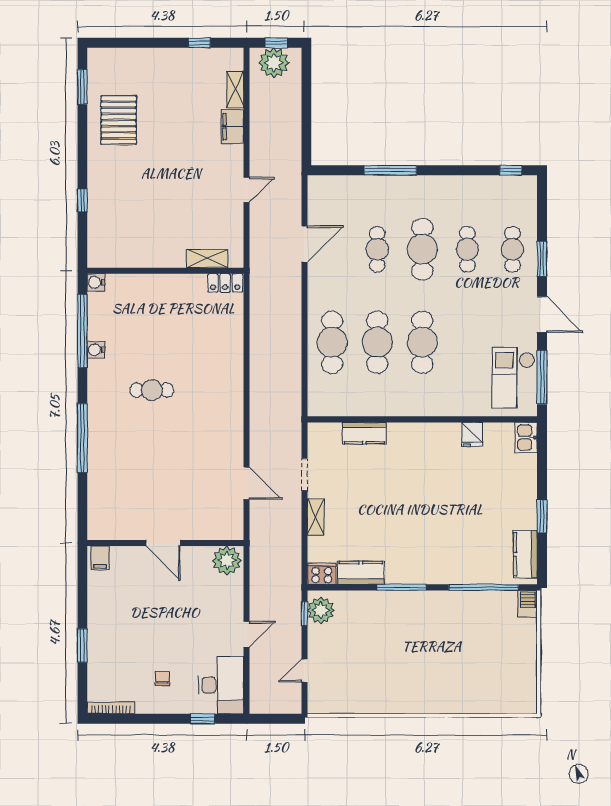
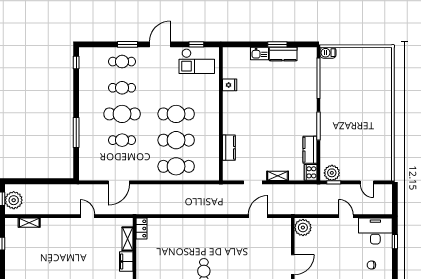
filing cabinet: (232, 127) -> (126, 261), moved, turned 90
door: (304, 244) -> (119, 182), swing flipped
window: (542, 377) -> (196, 44), width x0.46
kitchen sink: (526, 437) -> (260, 54), moved
kitchen counter: (525, 554) -> (283, 54), moved

